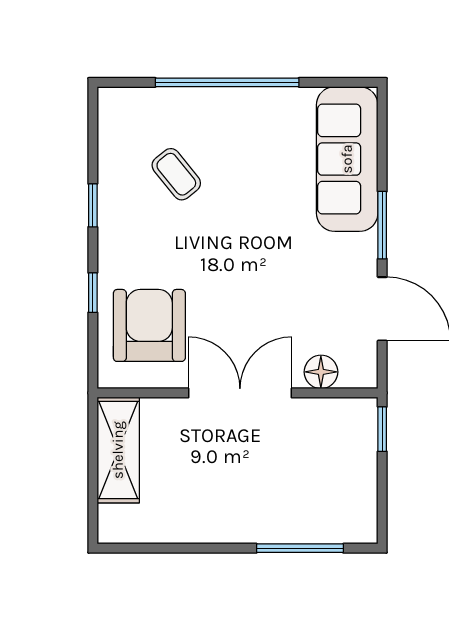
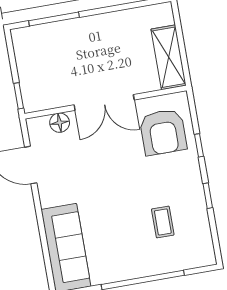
coffee table: (176, 174) -> (163, 222), turned 39
window: (382, 225) -> (39, 213), removed

